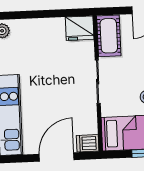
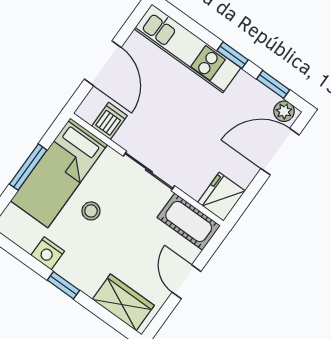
door: (27, 15) -> (280, 152), added
dishwasher: (88, 143) -> (109, 121), moved

